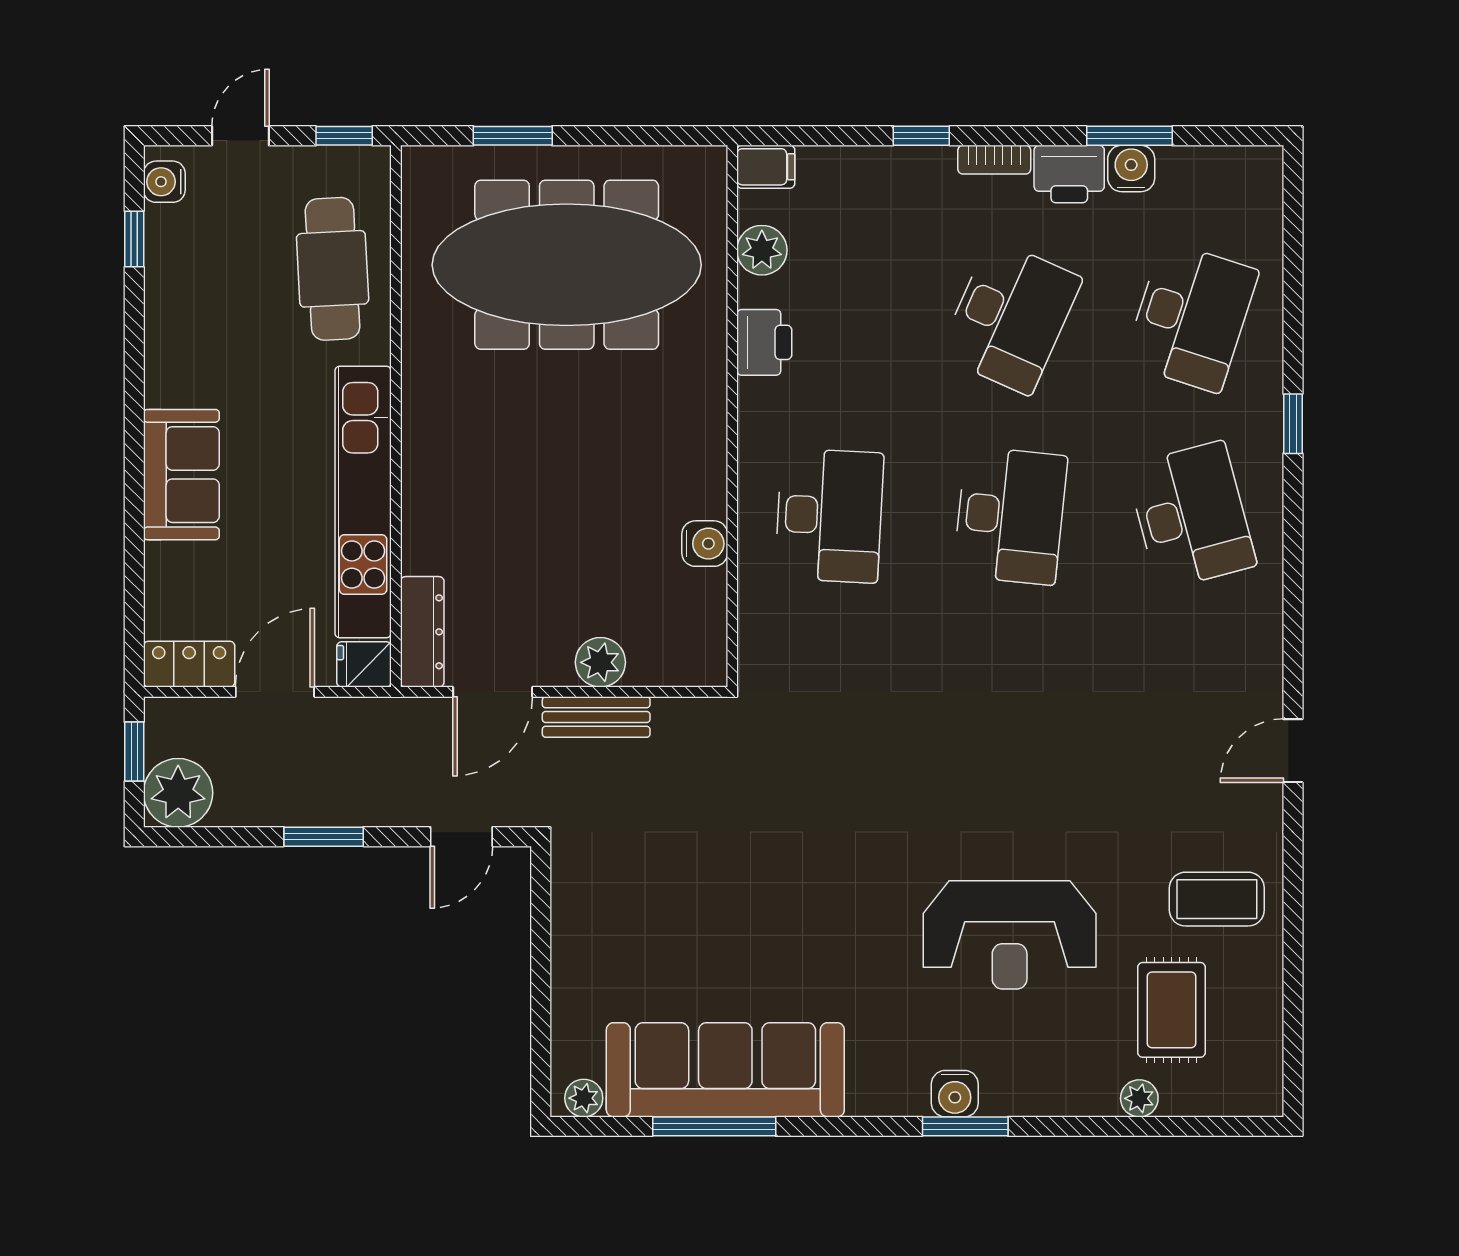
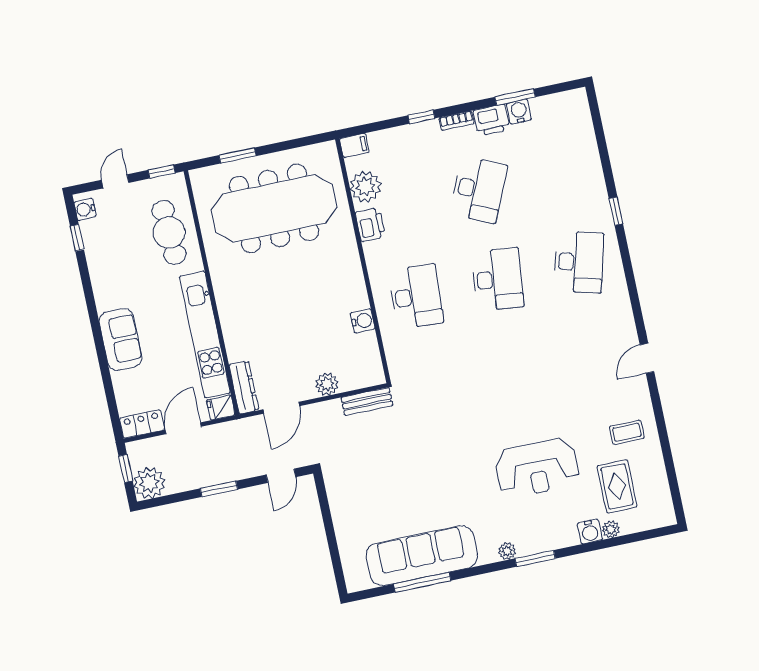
plant: (762, 250) -> (365, 187), width x1.36, depth x1.36
desk: (1191, 317) -> (560, 173), removed
desk: (1191, 516) -> (579, 262), turned 30
bench: (596, 717) -> (367, 401), moved
coffee table: (1217, 899) -> (627, 432), width x0.73, depth x0.77
water cooler: (955, 1094) -> (590, 532), moved
plant: (584, 1098) -> (507, 551), moved

